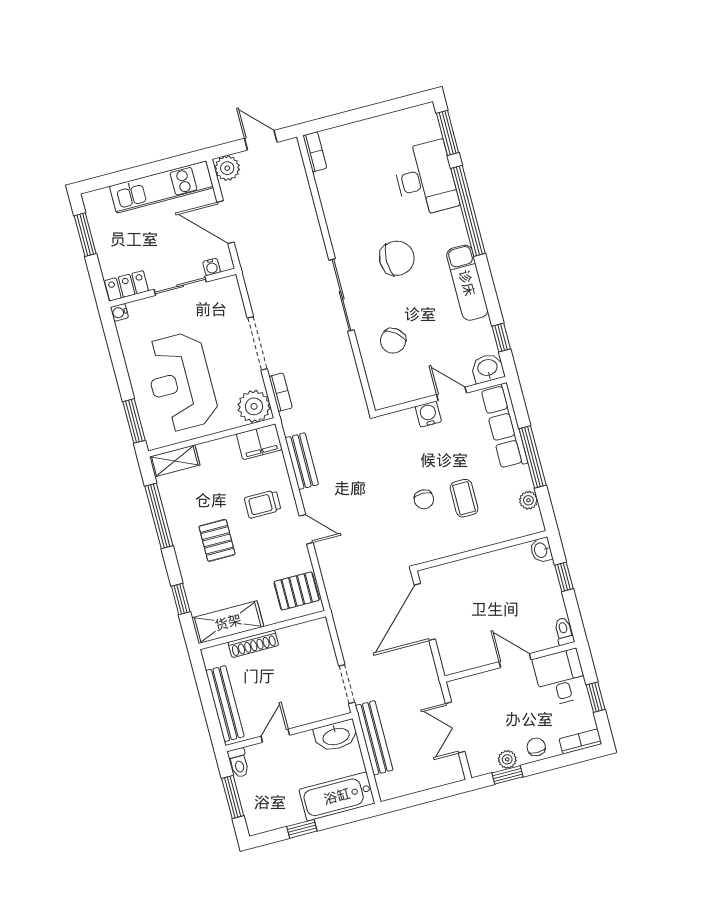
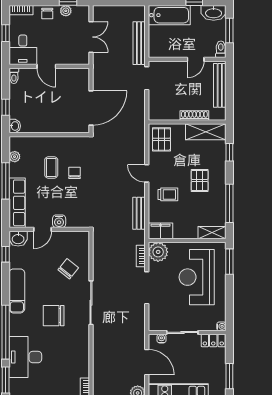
reception desk: (181, 382) -> (197, 277), turned 180
door: (452, 394) -> (43, 229), hinge flipped
pallet: (297, 591) -> (161, 139), turned 90
washbasin: (336, 736) -> (214, 13), moved, turned 180

